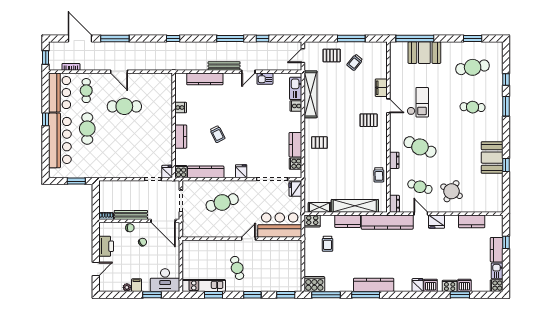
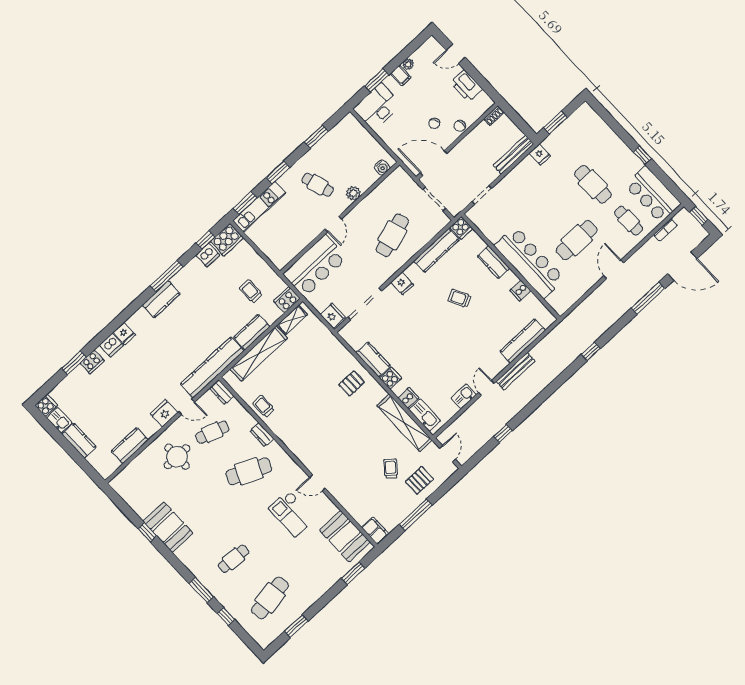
window: (230, 39) -> (535, 404), removed
window: (415, 39) -> (353, 573), width x0.47
booth: (424, 53) -> (345, 536), moved, turned 90
trolley: (355, 62) -> (391, 469), moved
door: (119, 72) -> (614, 269), hinge flipped
filing cabinet: (381, 88) -> (375, 531), moved
pallet: (369, 120) -> (324, 450), removed
bar counter: (60, 140) -> (529, 262), moved, turned 180
cooker: (296, 164) -> (391, 378), moved
fridge: (167, 172) -> (540, 155), moved
round table: (452, 191) -> (177, 457), turned -30
bench: (131, 215) -> (513, 155), moved
window: (506, 242) -> (77, 456), removed
water cooler: (193, 245) -> (382, 167), added
plant: (222, 245) -> (353, 193), added
door: (96, 269) -> (456, 54), hinge flipped
kitchen unit: (204, 285) -> (259, 207), moved
kitchen counter: (374, 285) -> (161, 299), width x0.67
dishwasher: (464, 285) -> (208, 255), moved
window: (326, 295) -> (206, 240), width x0.46

